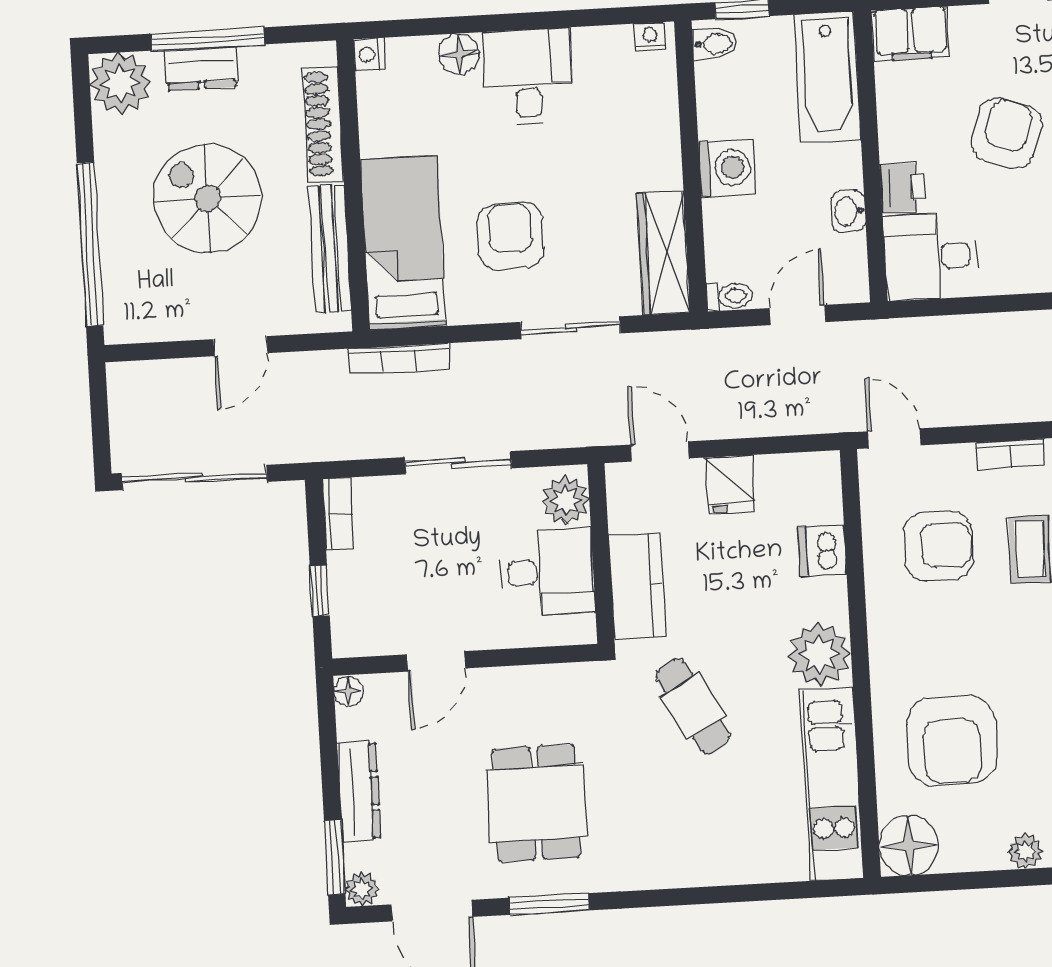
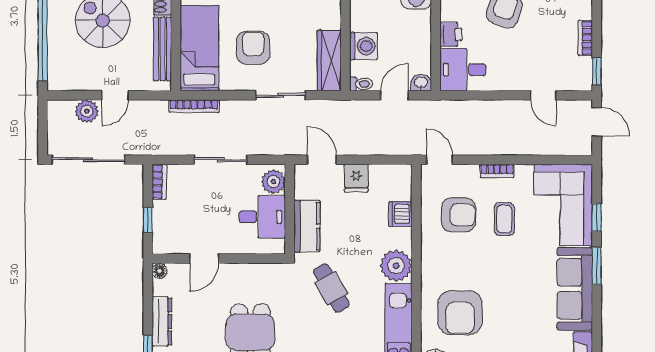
washing machine: (727, 168) -> (363, 46), moved
washbasin: (848, 211) -> (421, 83), moved, turned 90
plant: (186, 381) -> (87, 111), added

